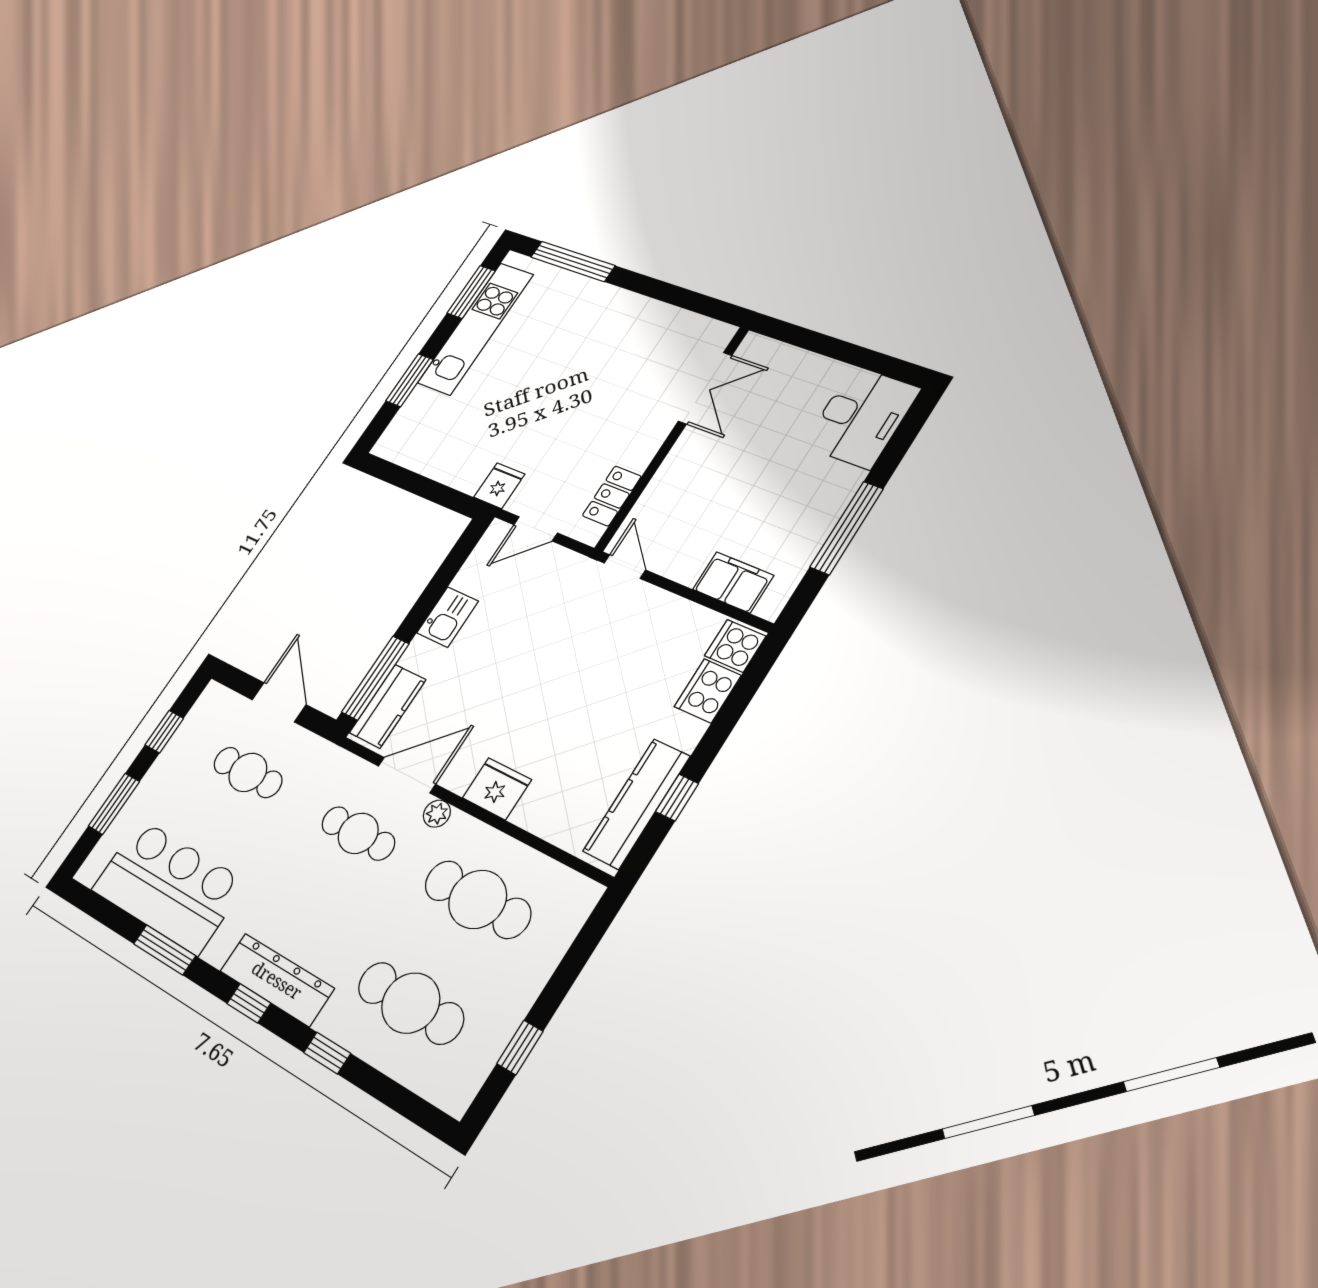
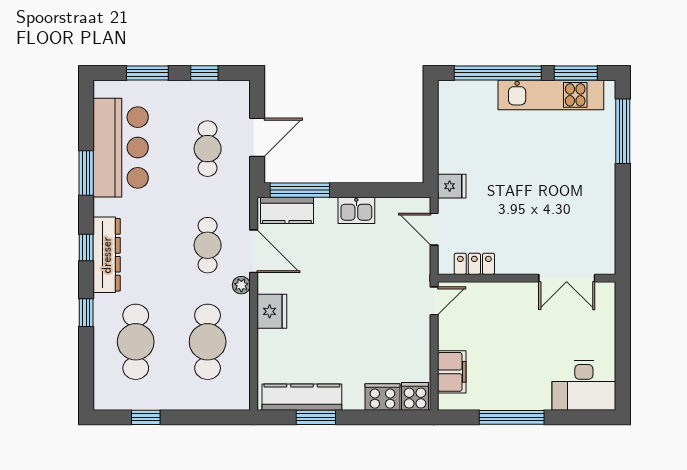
window: (410, 380) -> (498, 73), width x2.11
window: (677, 798) -> (316, 417), width x1.50

